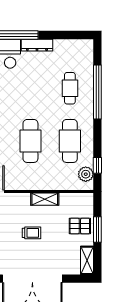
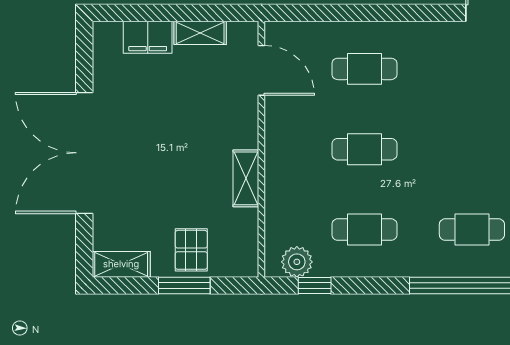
cafe table: (30, 141) -> (364, 149), width x0.73, depth x0.74
cafe table: (70, 141) -> (364, 230), width x0.73, depth x0.74
trolley: (32, 233) -> (177, 151), removed

